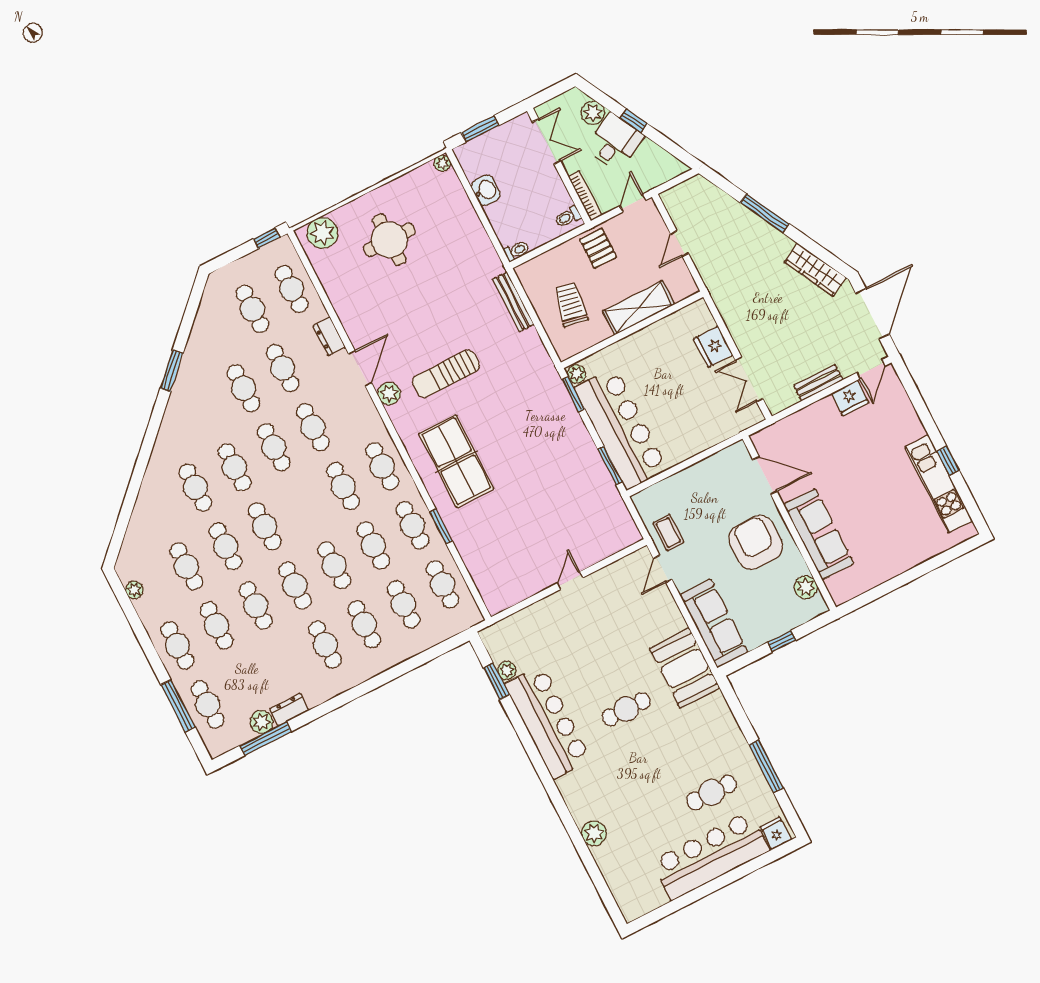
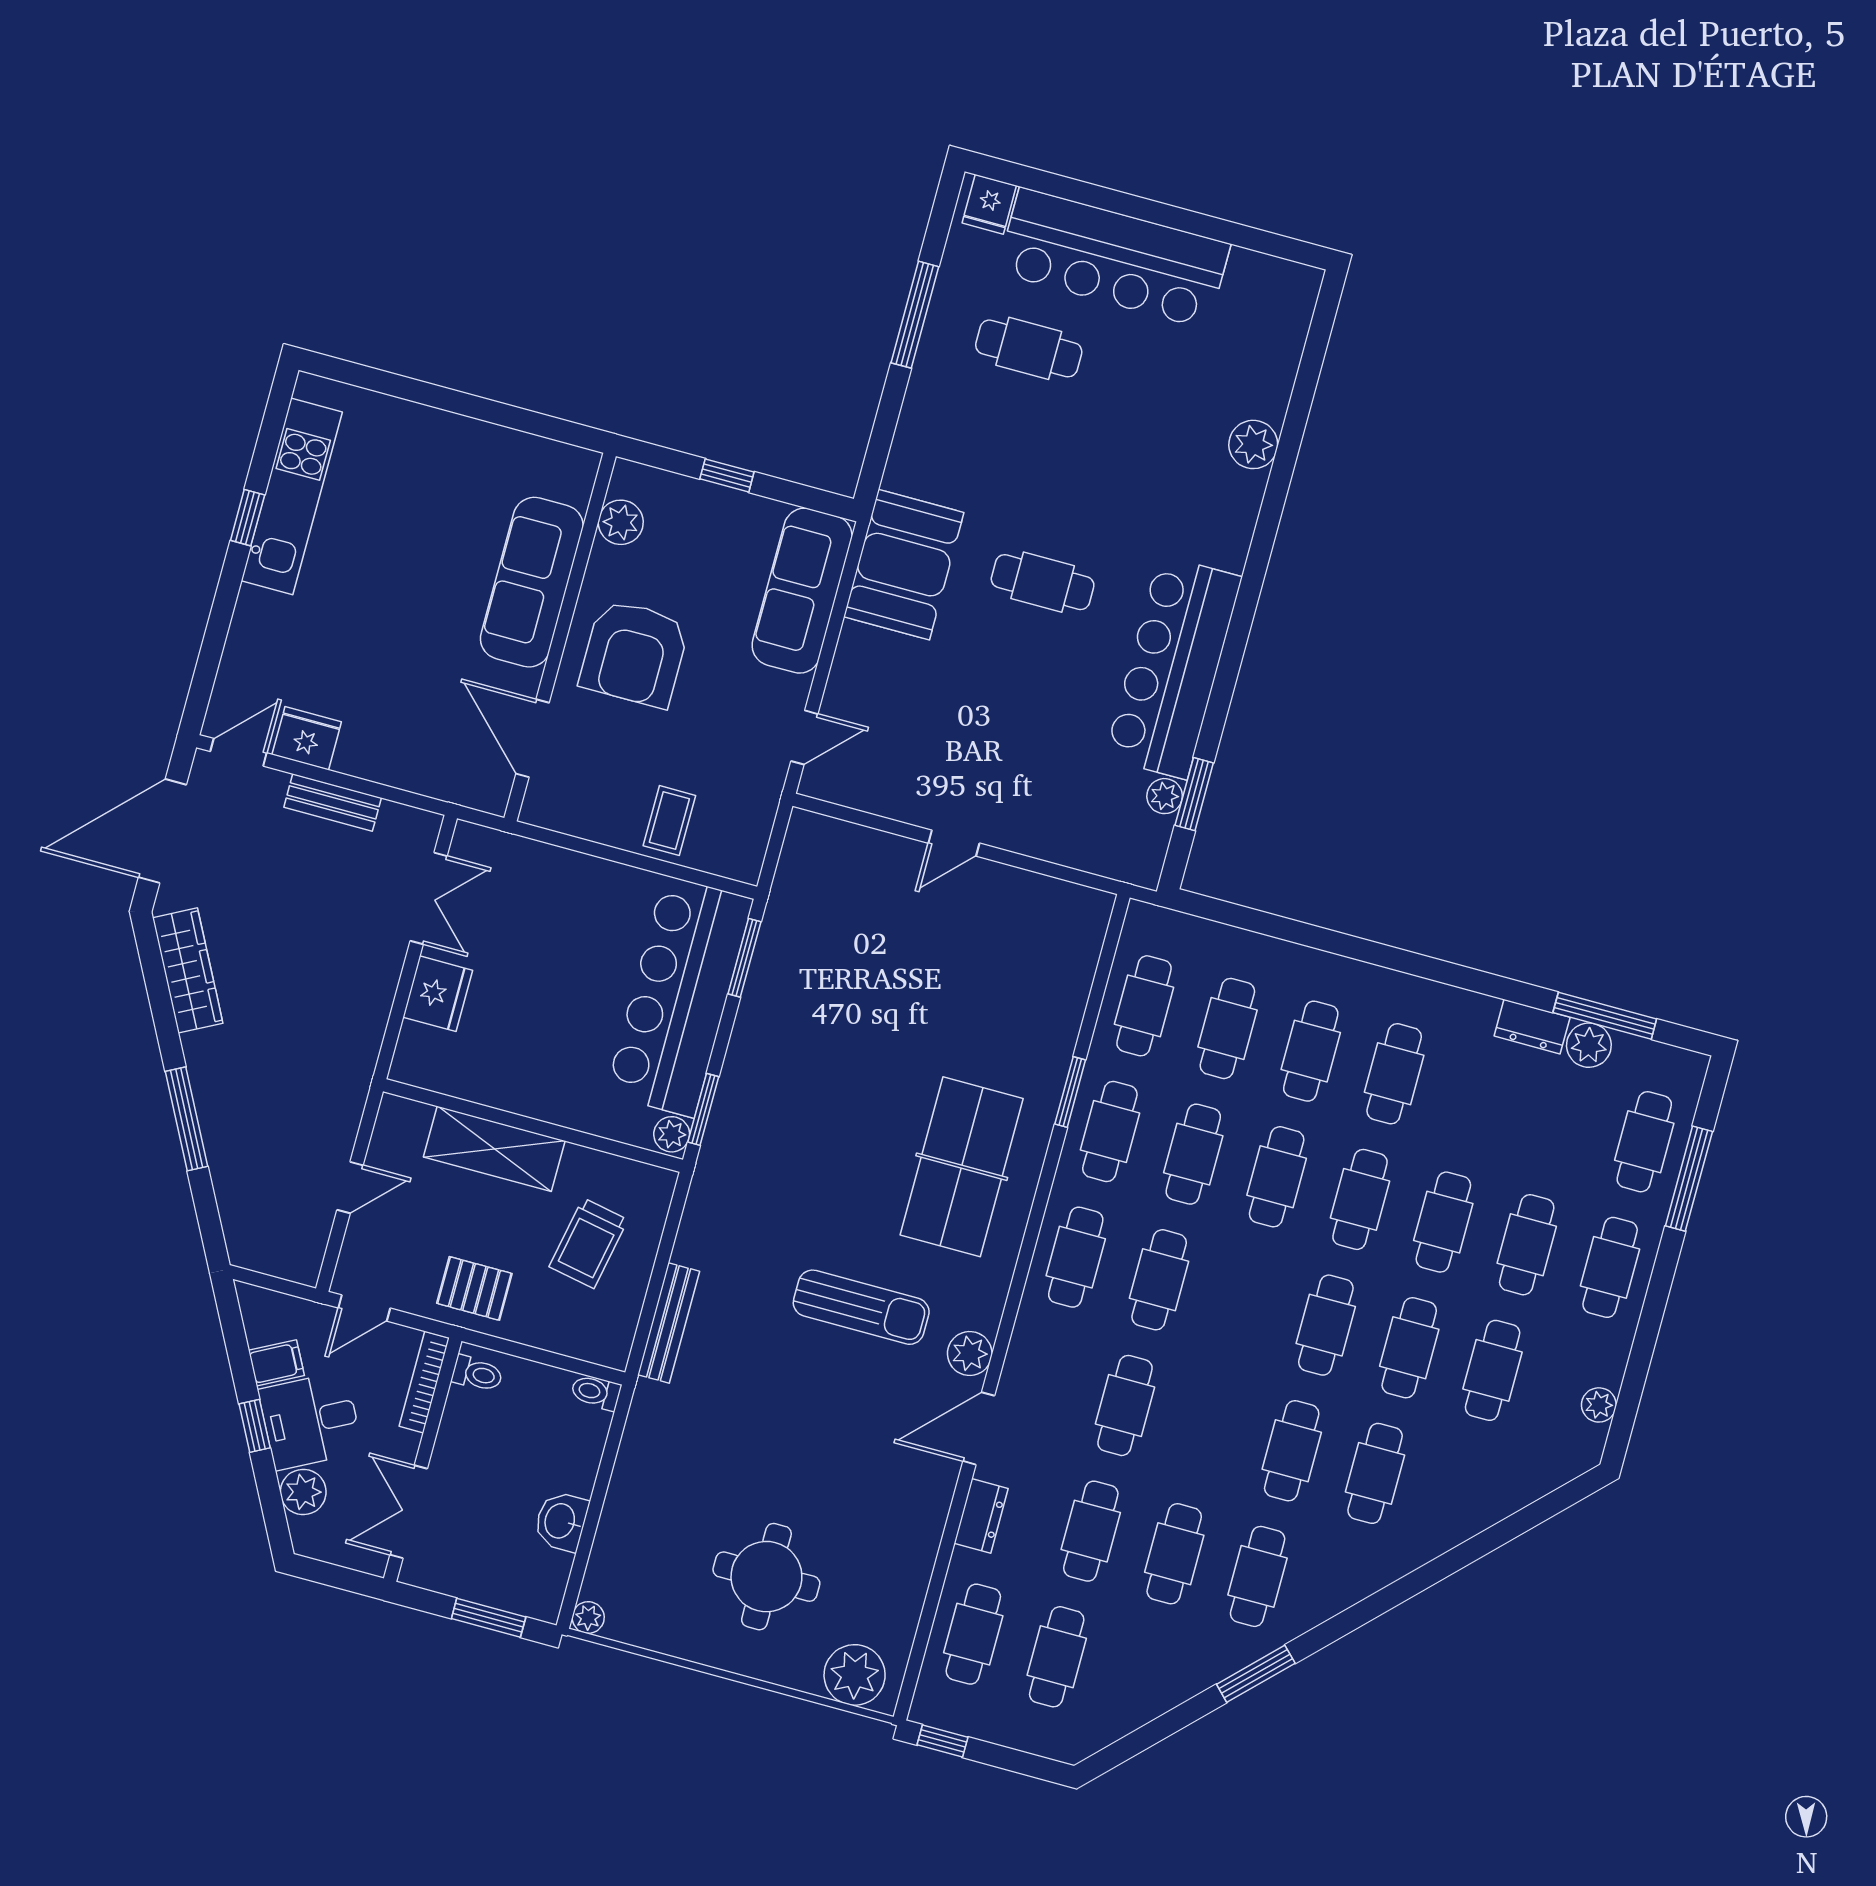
filing cabinet: (647, 152) -> (276, 1363), added
pallet: (598, 248) -> (474, 1288), turned 90
cafe table: (274, 447) -> (1258, 1576), moved
coffee table: (668, 532) -> (669, 821), moved

